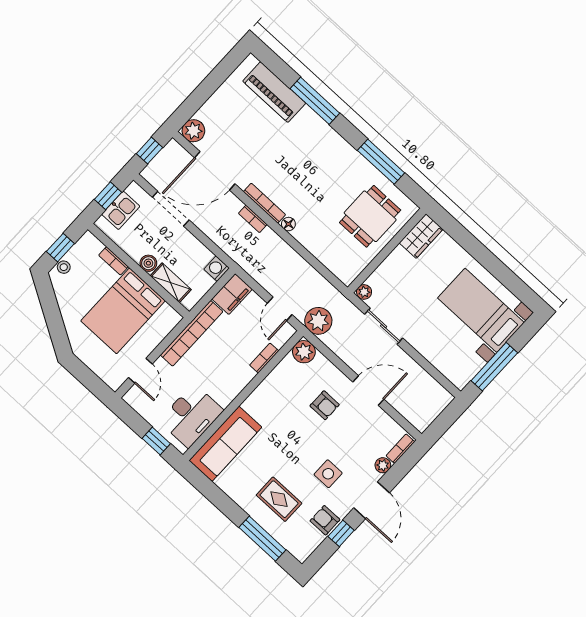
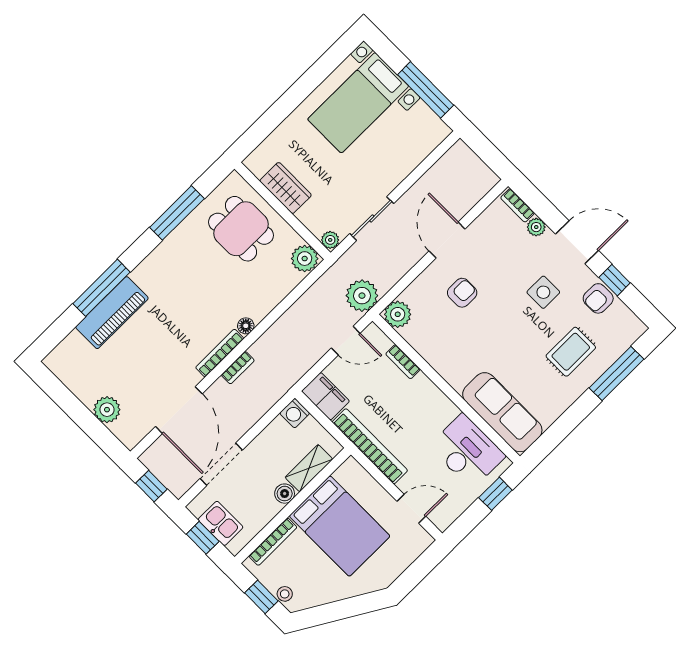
piano: (274, 92) -> (112, 313), moved
plant: (193, 131) -> (107, 410), moved
wardrobe: (421, 236) -> (286, 188), moved
bookcase: (113, 261) -> (273, 542), width x1.56
plant: (347, 271) -> (305, 259), added

